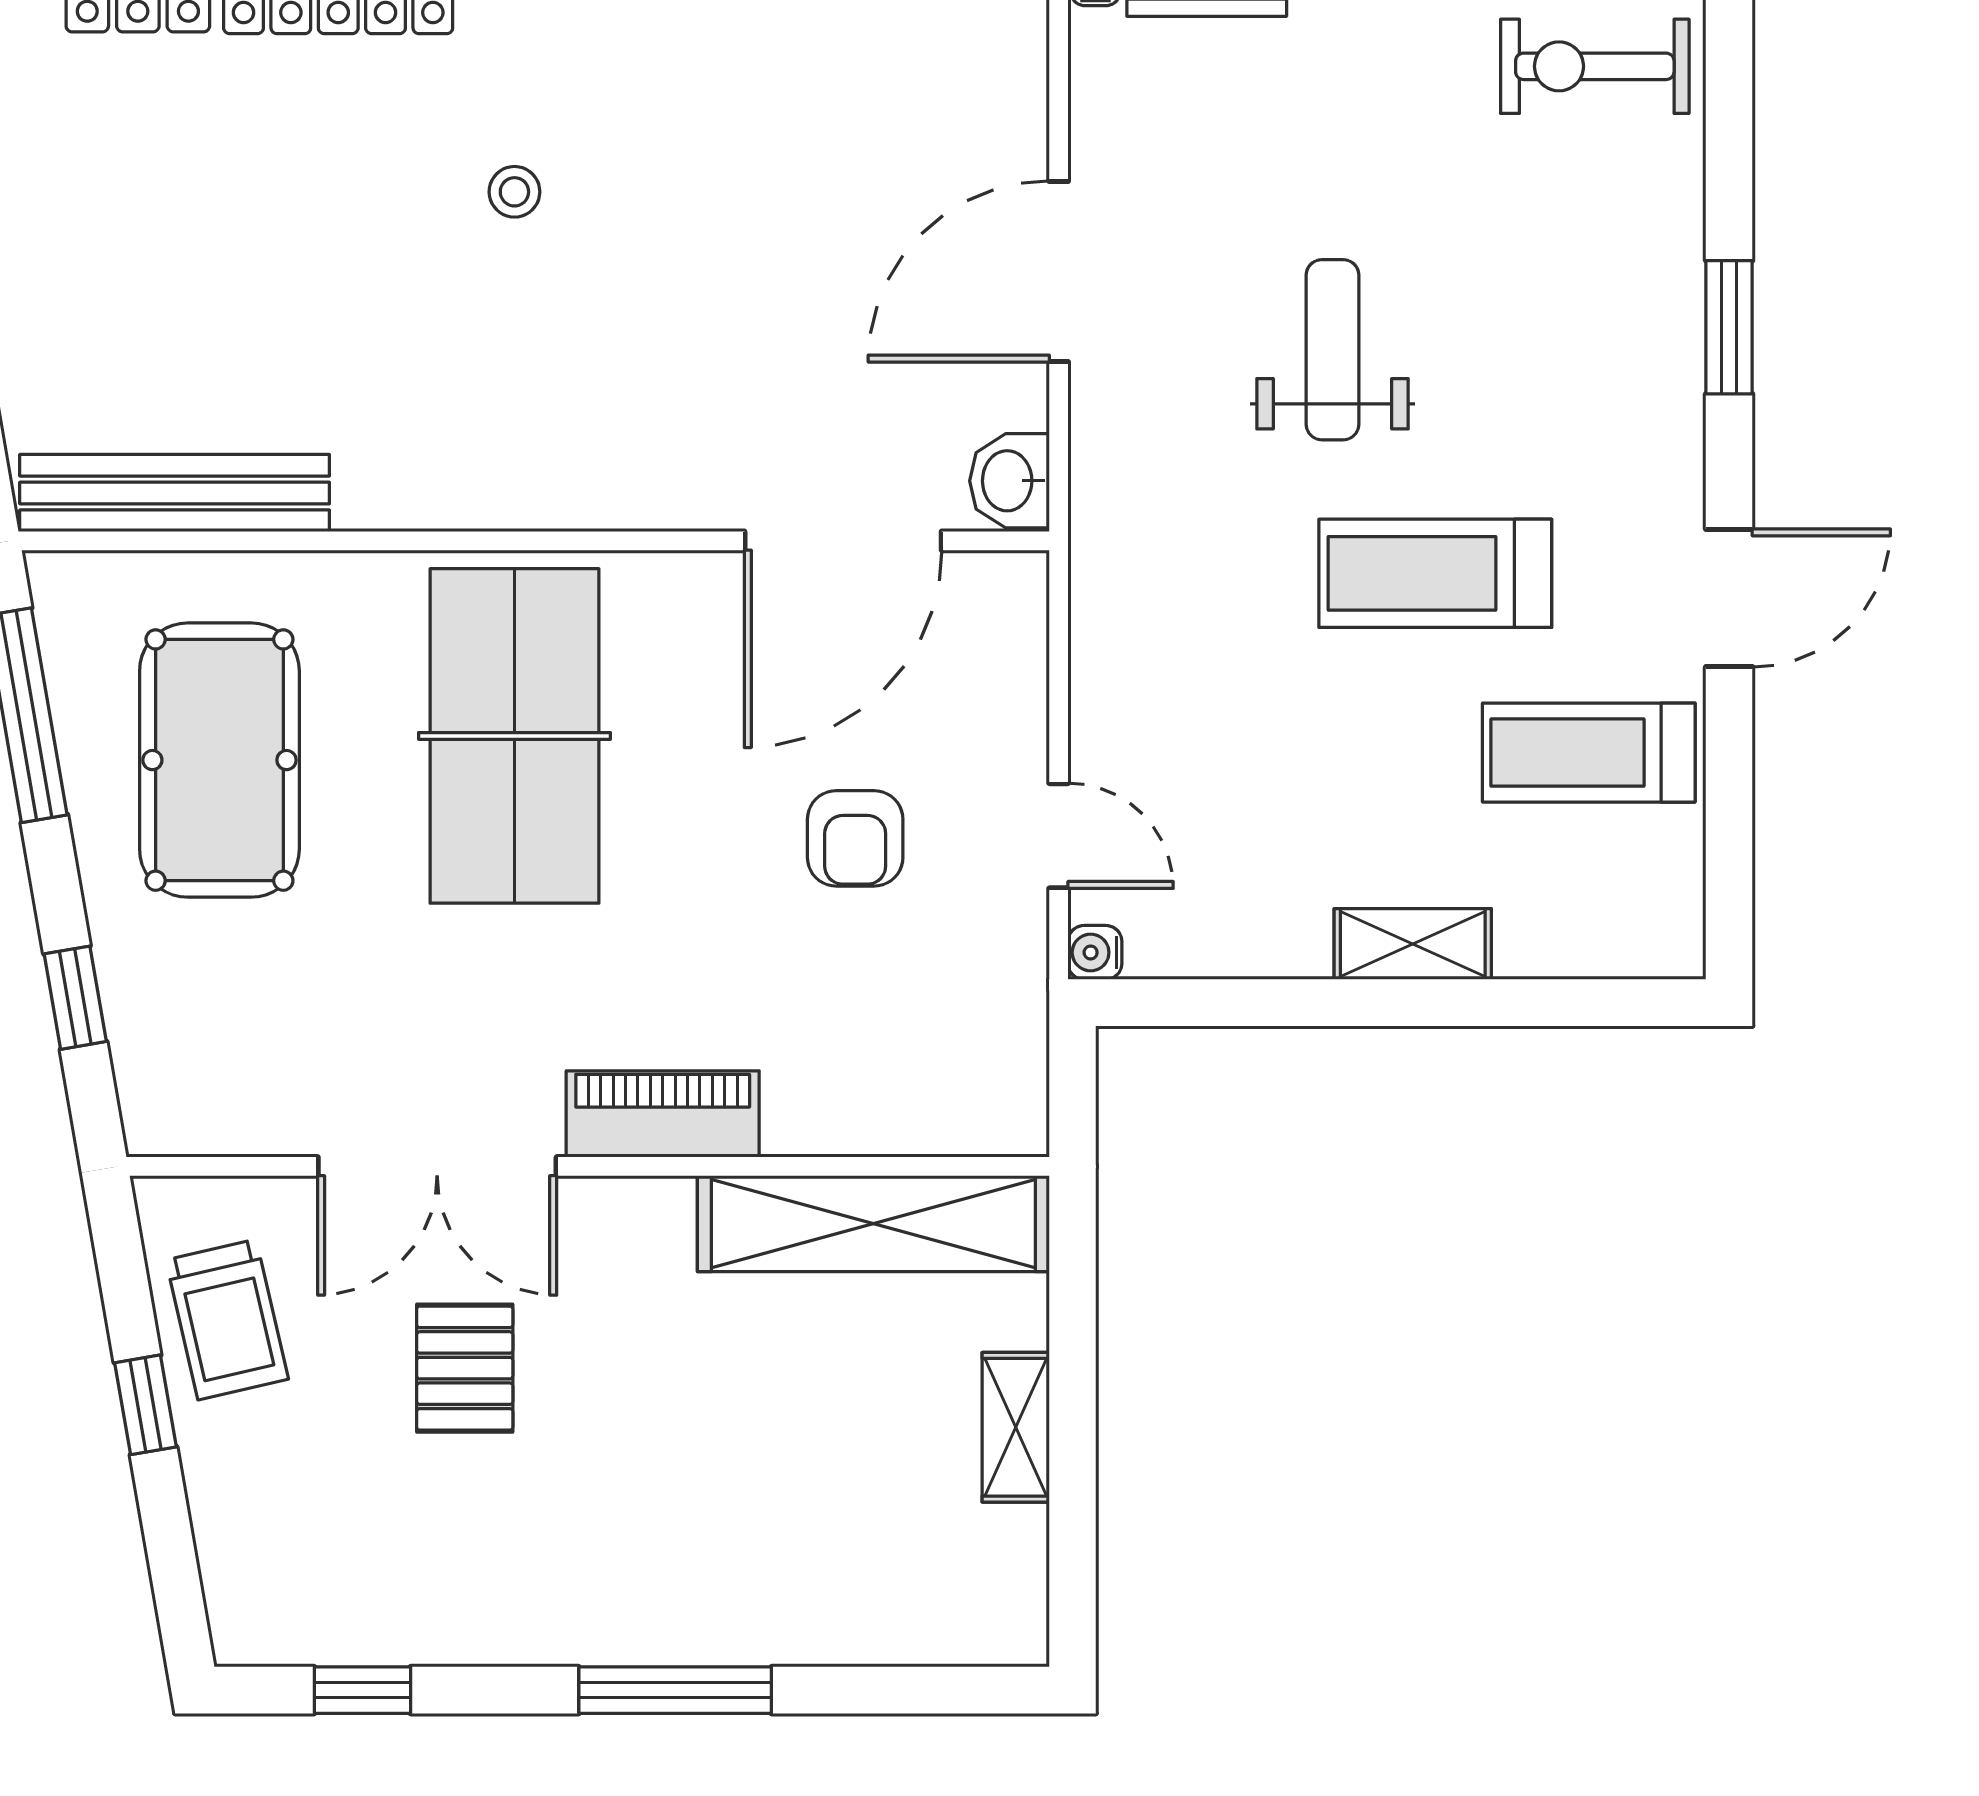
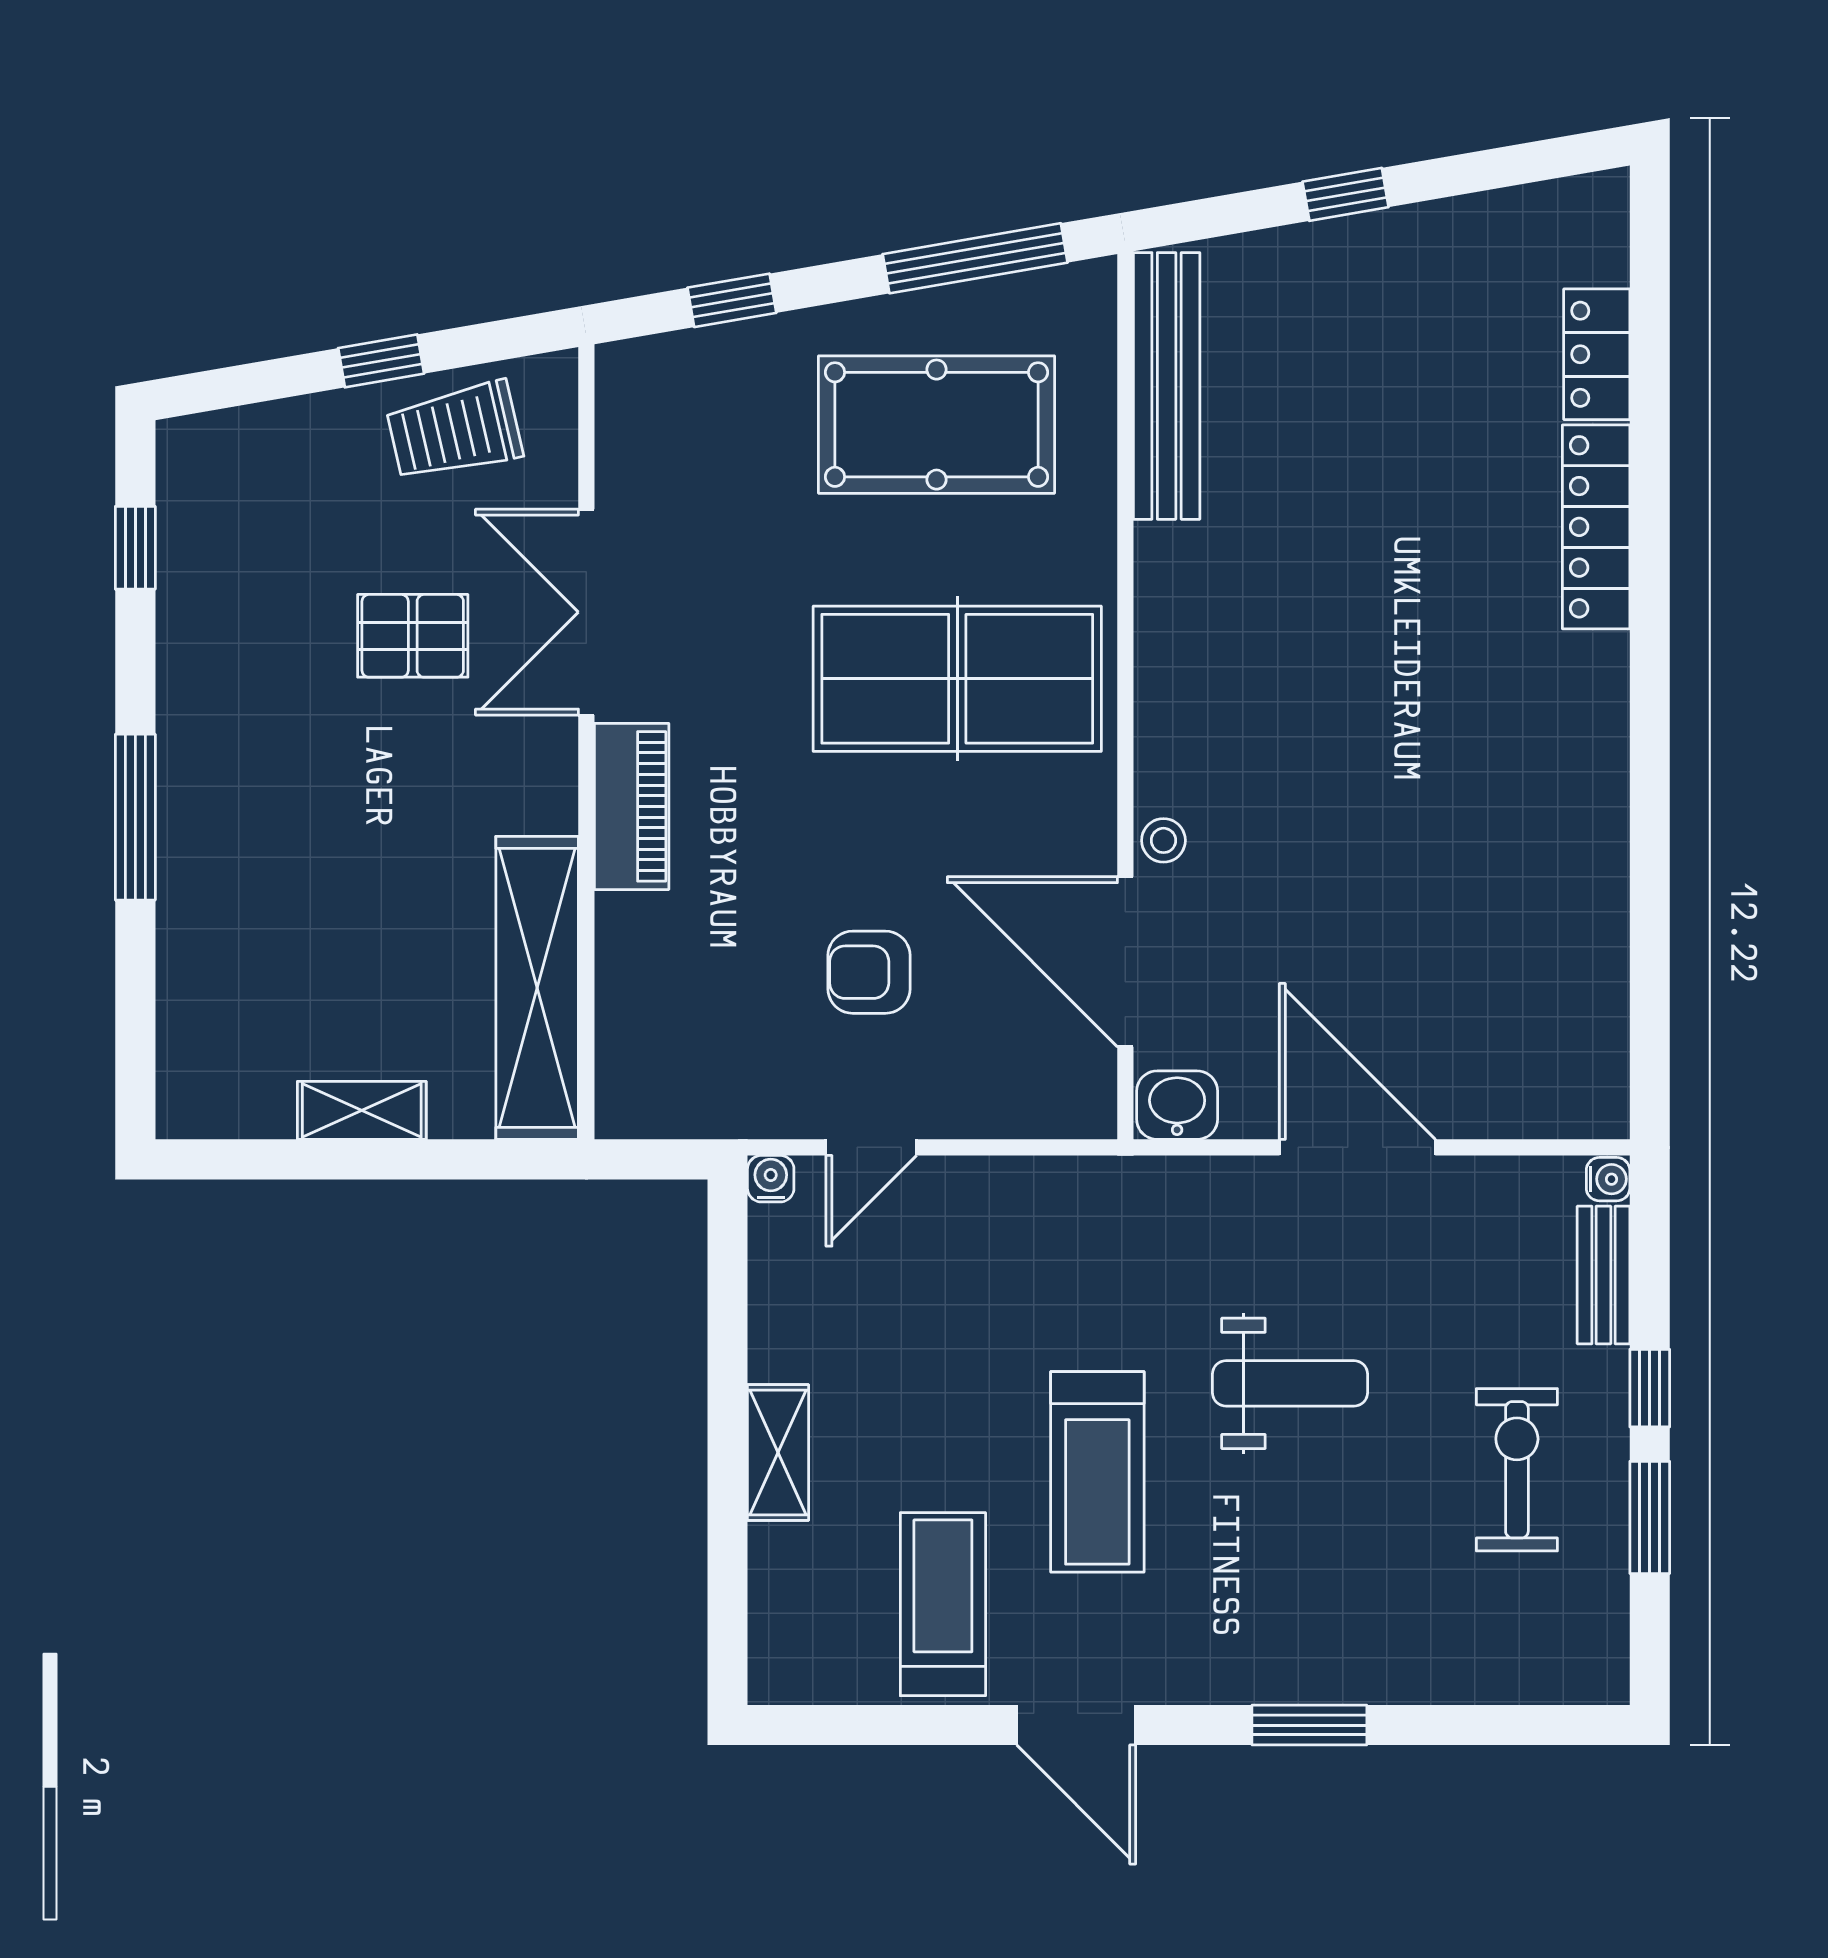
exercise bike: (1595, 66) -> (1517, 1470), moved
stool: (514, 192) -> (1163, 840), moved
treadmill: (1435, 573) -> (1097, 1472), turned 180

